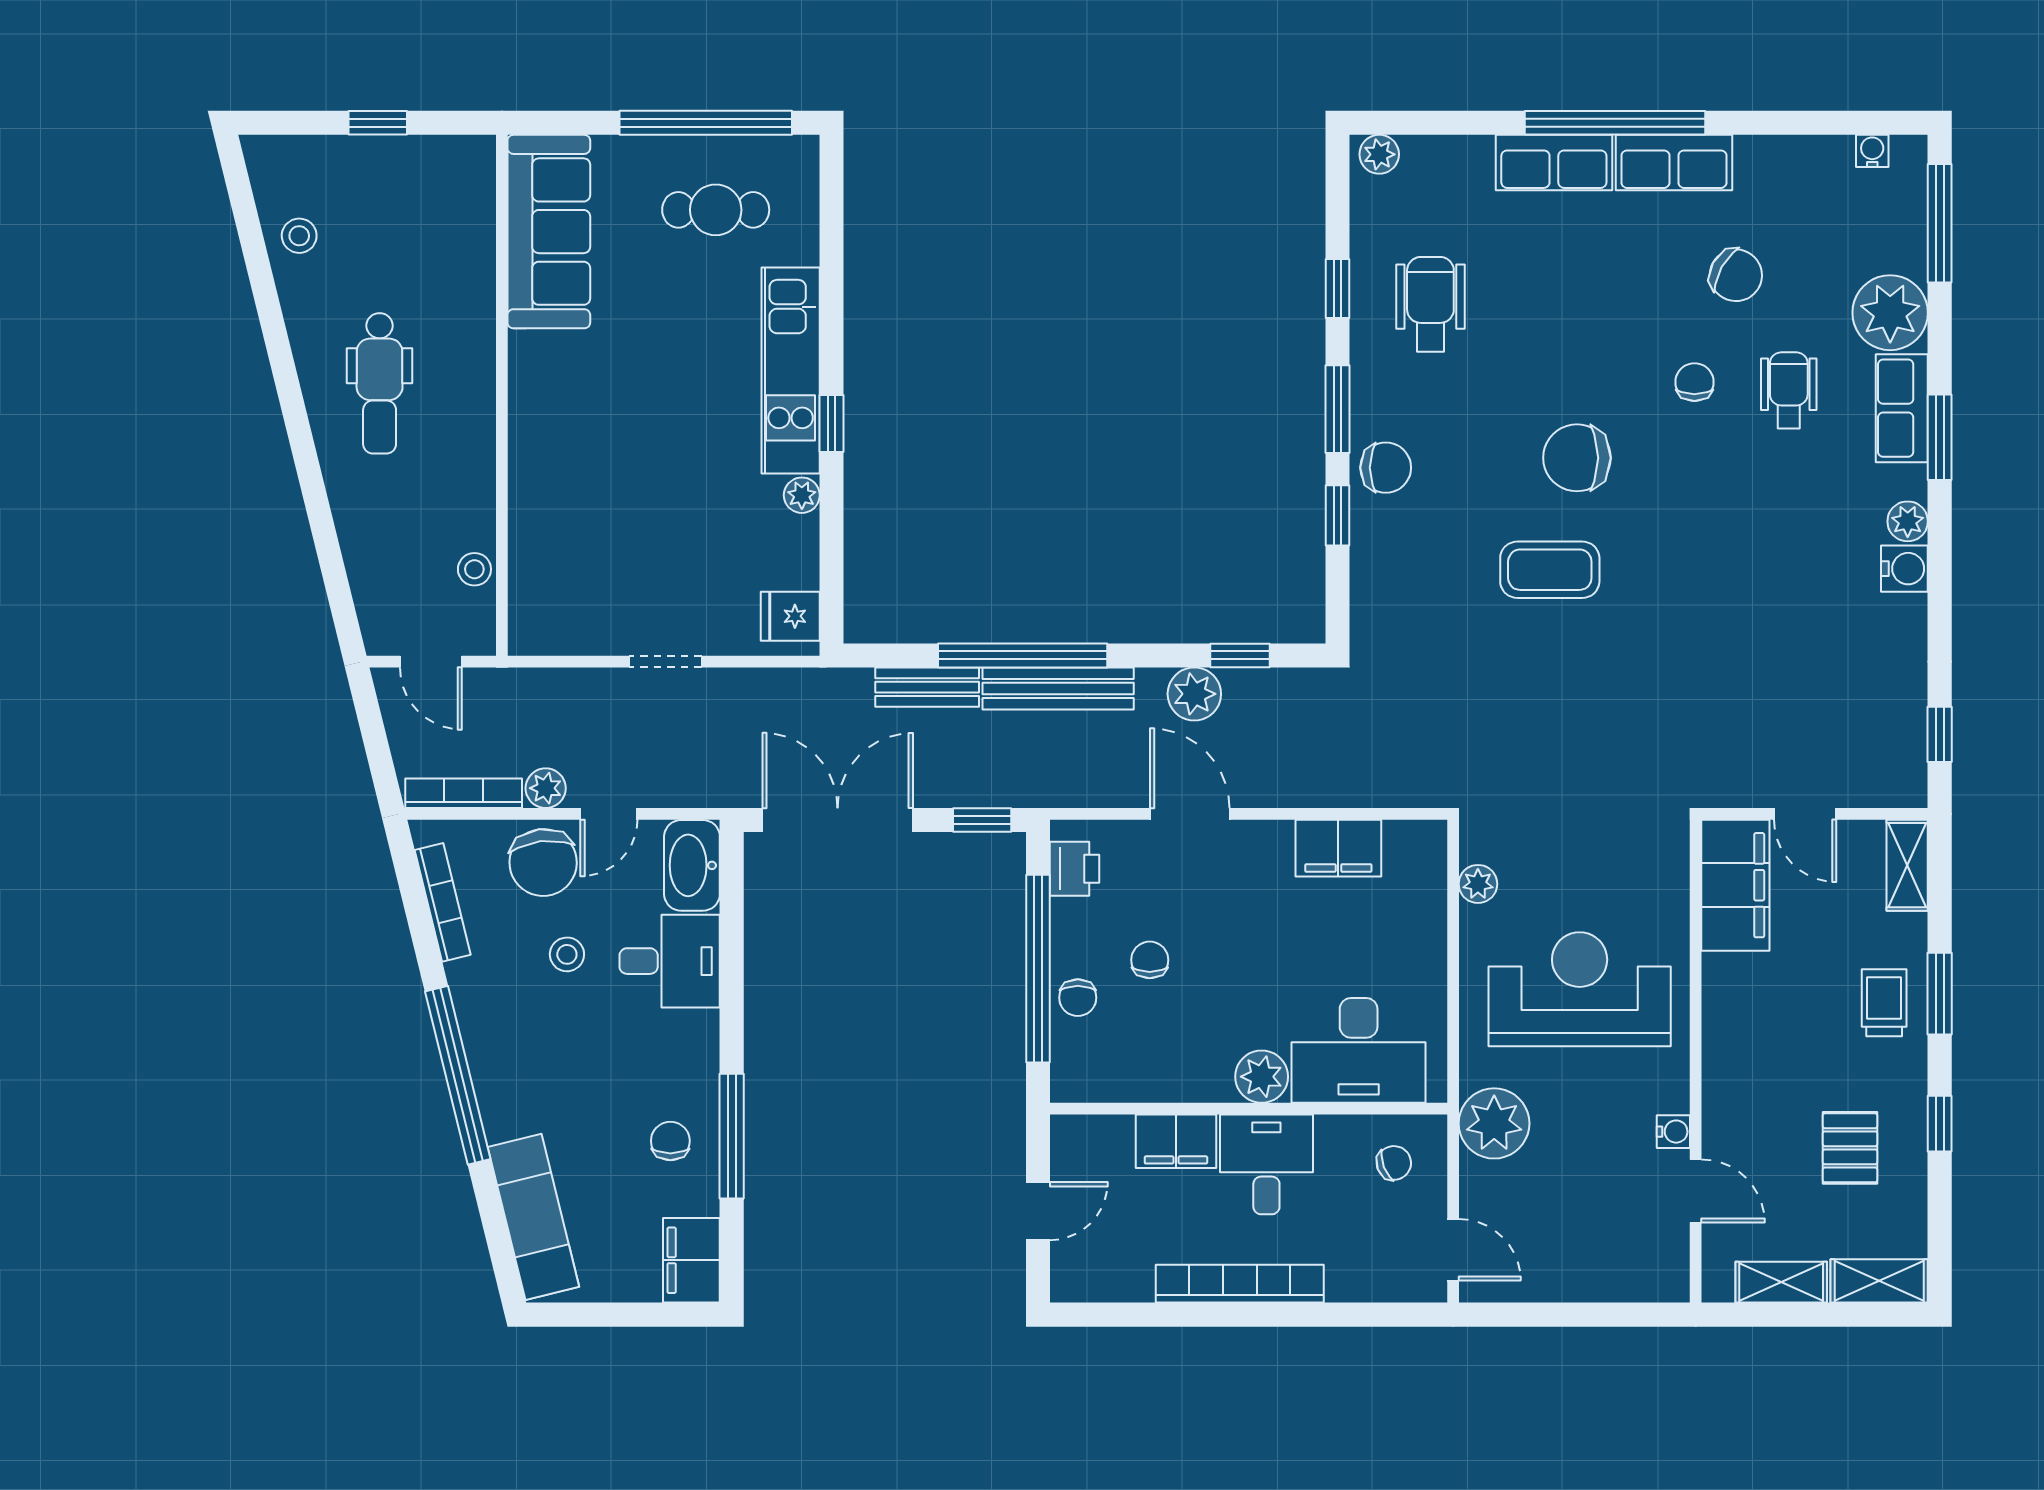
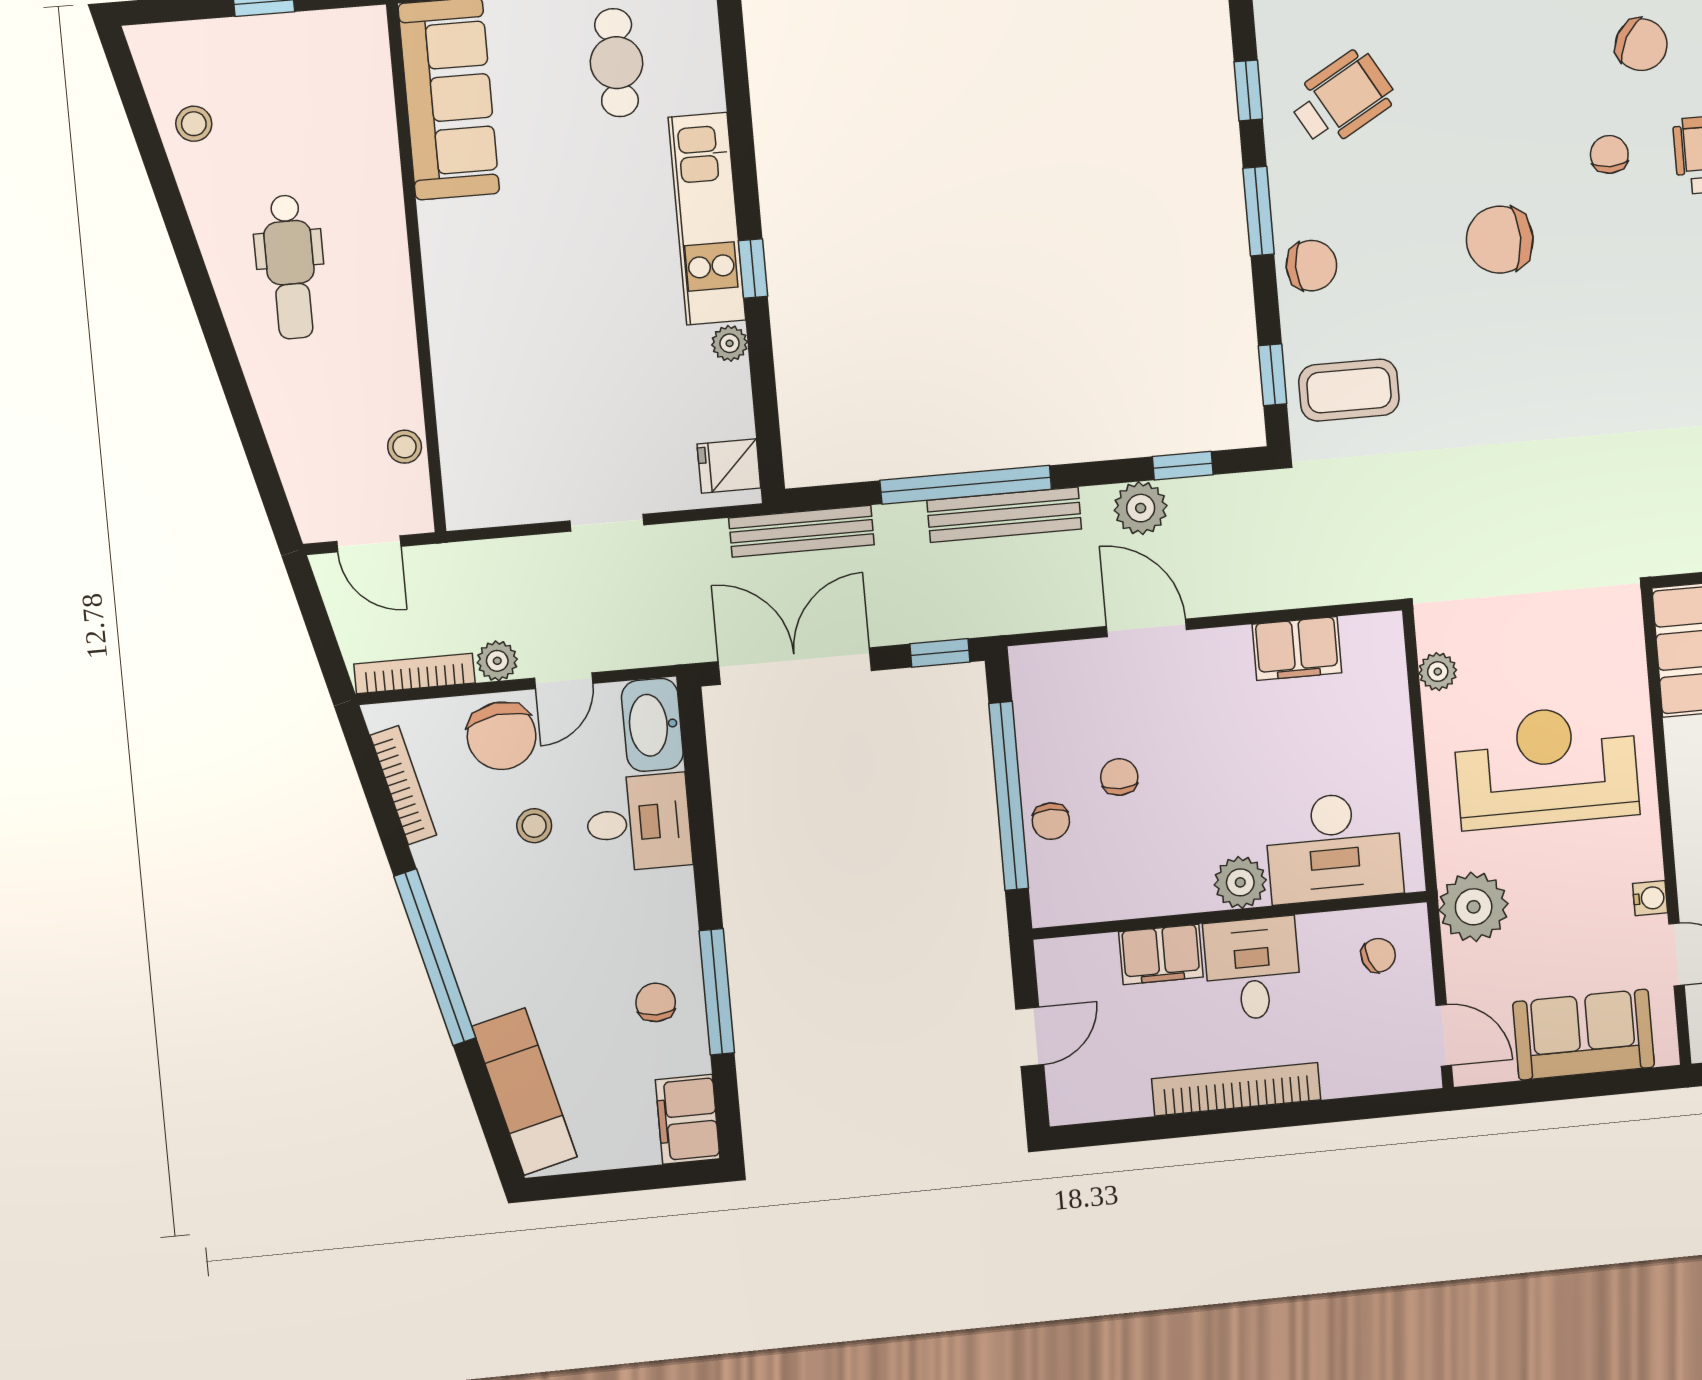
cafe table: (716, 210) -> (617, 63), turned 90
wheelchair: (1430, 304) -> (1342, 99), turned 60
window: (1338, 515) -> (1273, 375), moved
coffee table: (1550, 570) -> (1349, 390), moved
bench: (927, 687) -> (802, 531), moved, width x1.36
printer: (1074, 869) -> (1036, 693), removed
sofa: (1594, 1263) -> (1584, 1035), added

